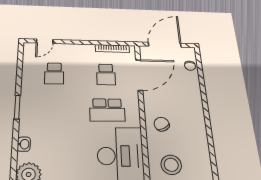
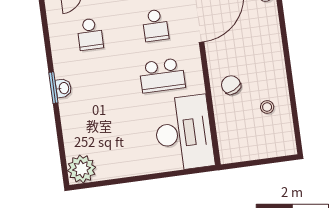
washbasin: (24, 144) -> (64, 88), moved
stool: (171, 165) -> (267, 107), moved, width x0.53, depth x0.53

